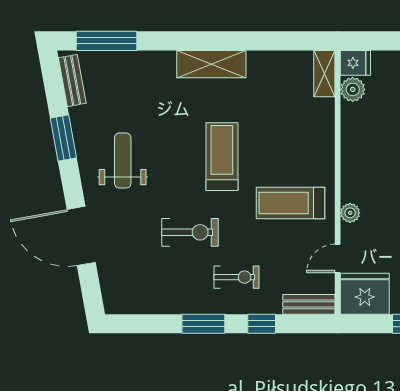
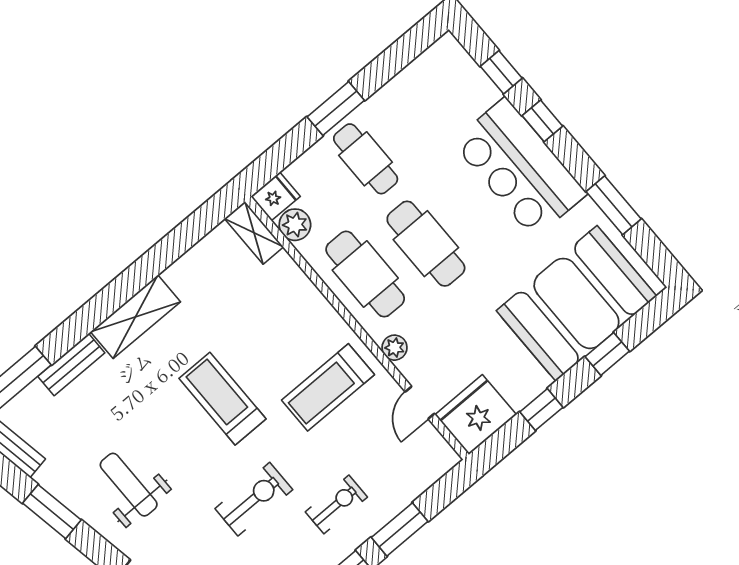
cafe table: (370, 154) -> (365, 274), added
bench: (309, 304) -> (71, 365), moved
window: (262, 324) -> (400, 529), width x1.50

